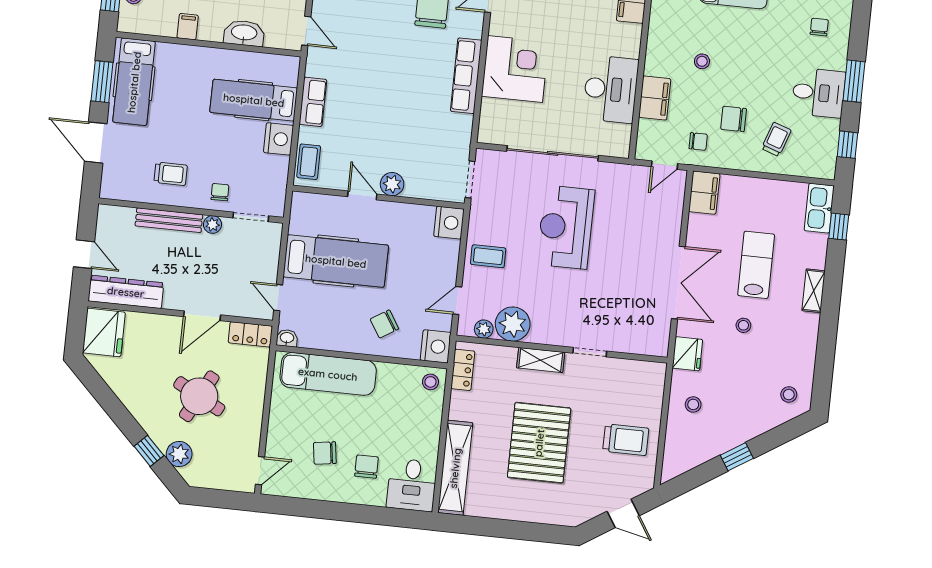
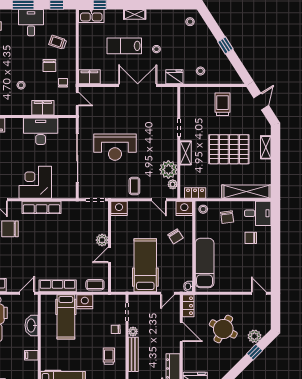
row of seats: (313, 102) -> (58, 286), width x1.48
chair: (325, 453) -> (227, 217), moved
shelving: (535, 513) -> (266, 147), added

